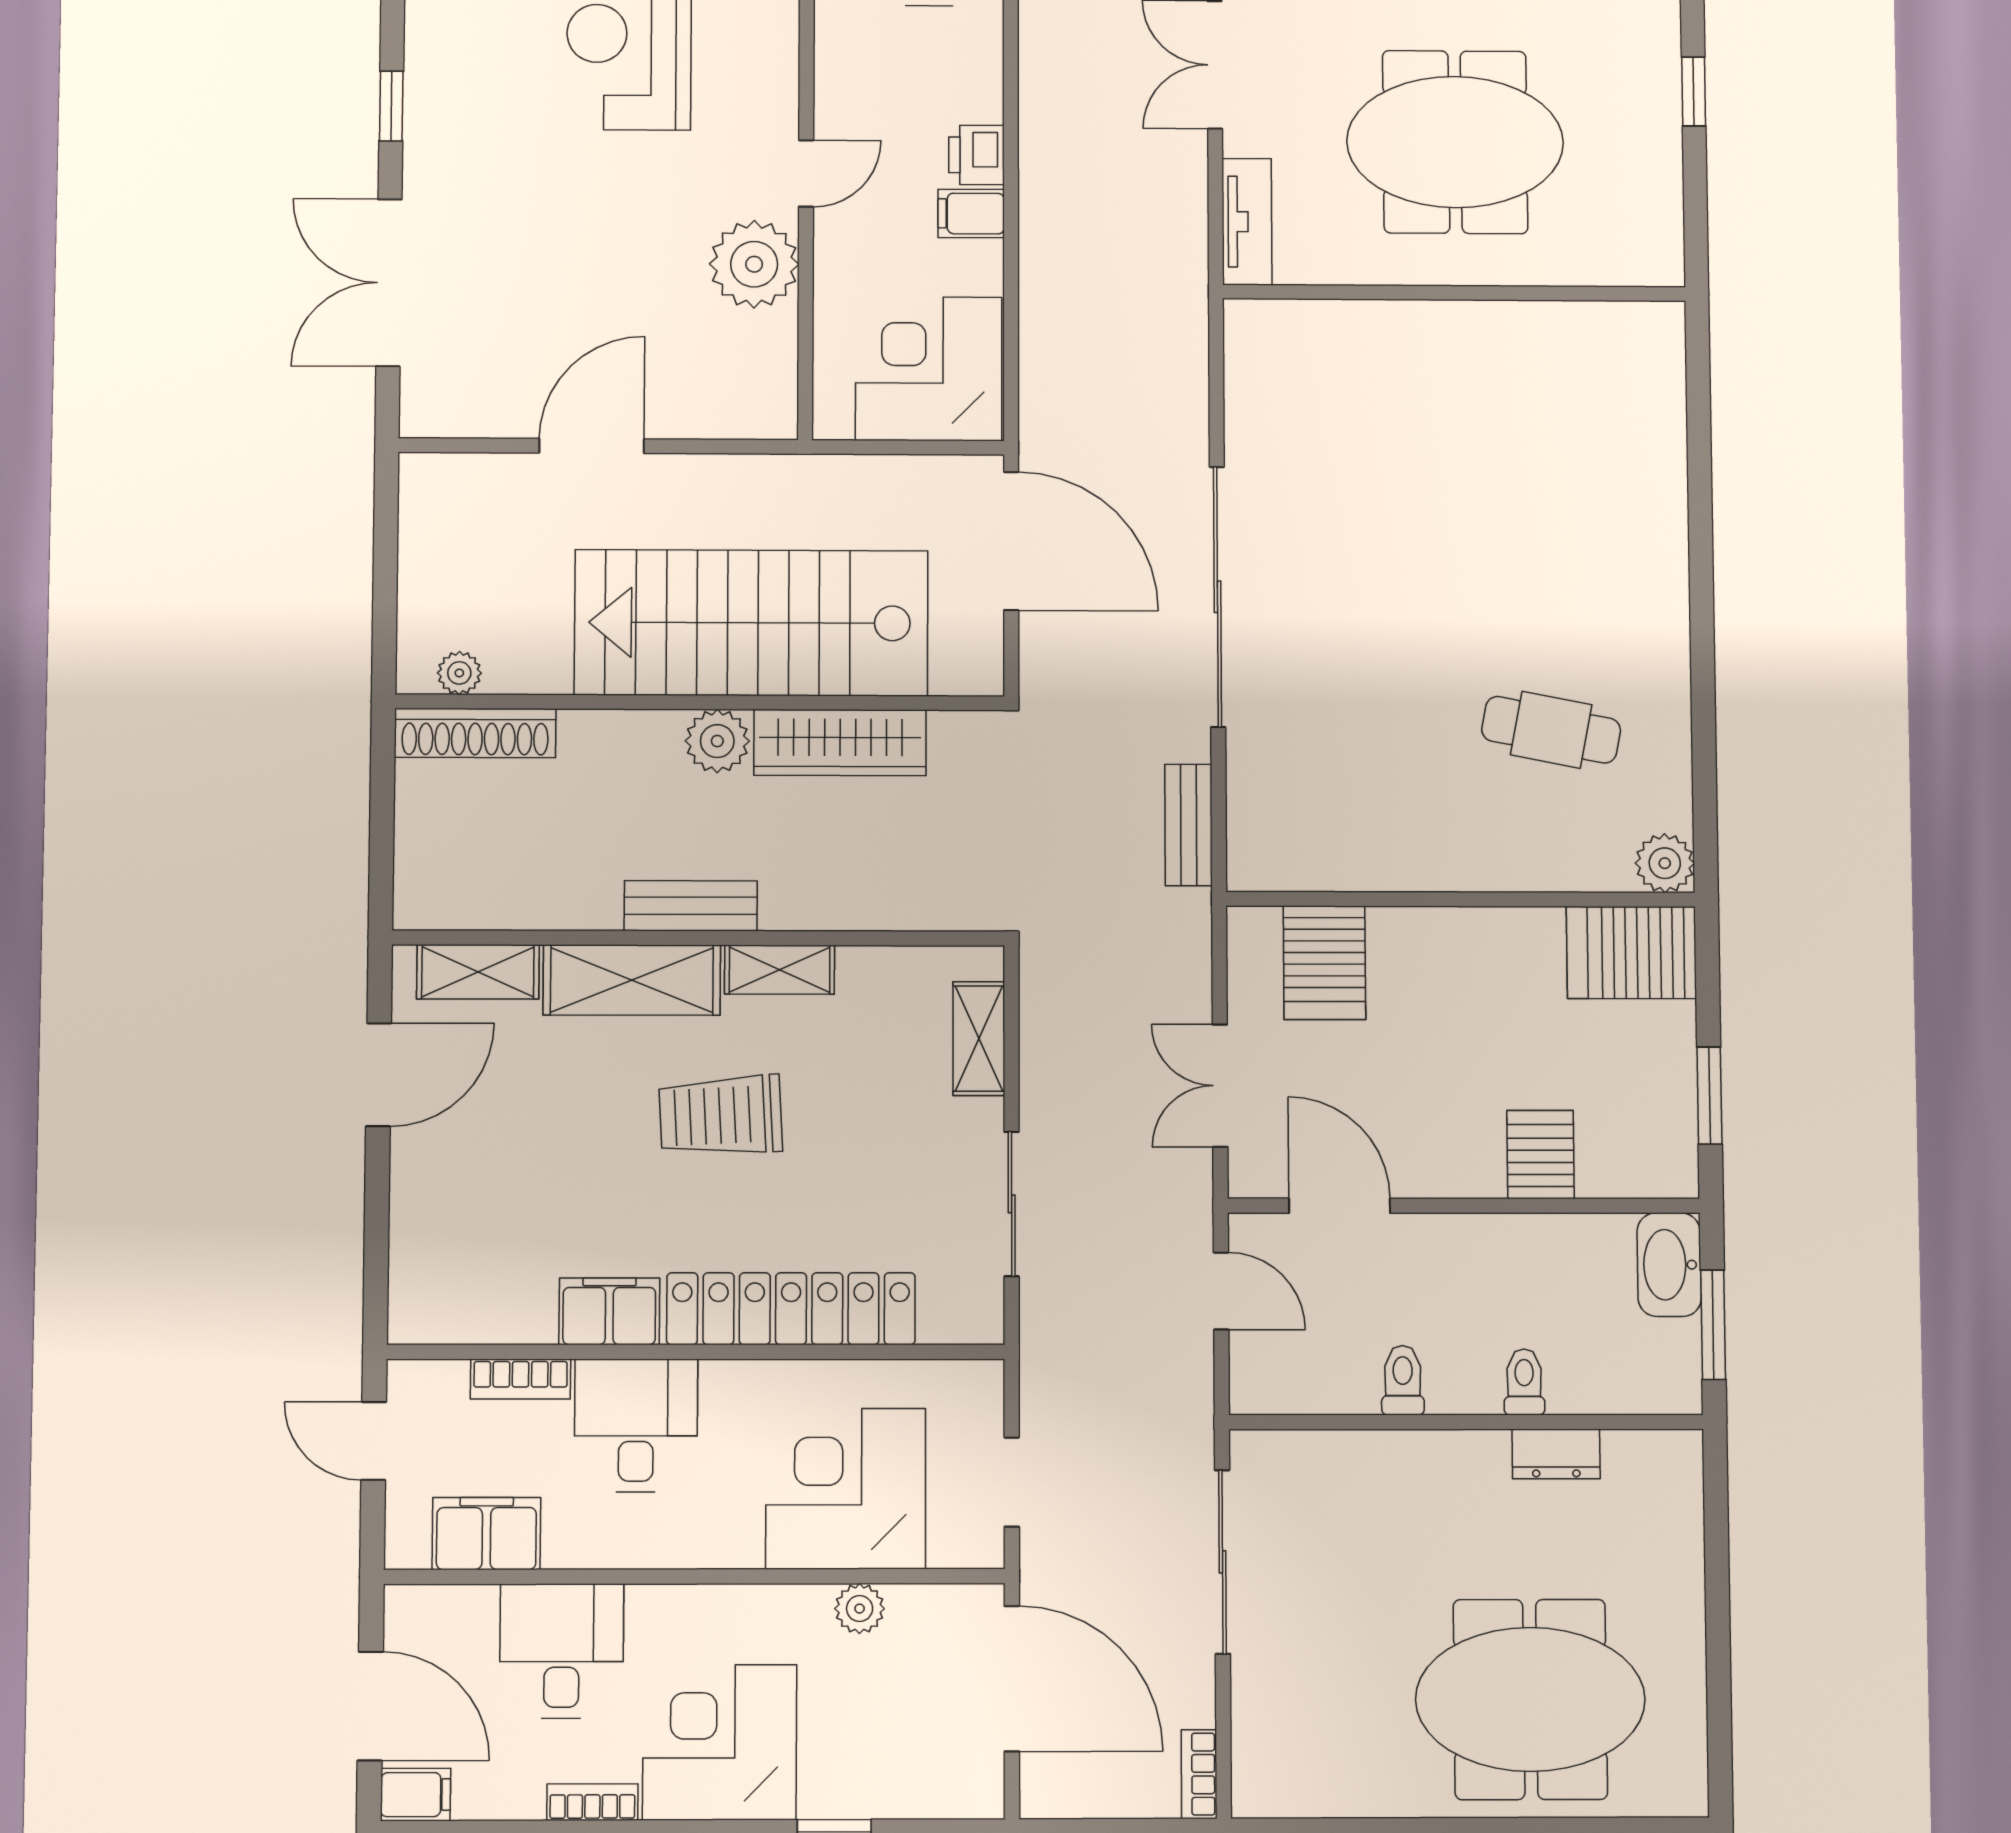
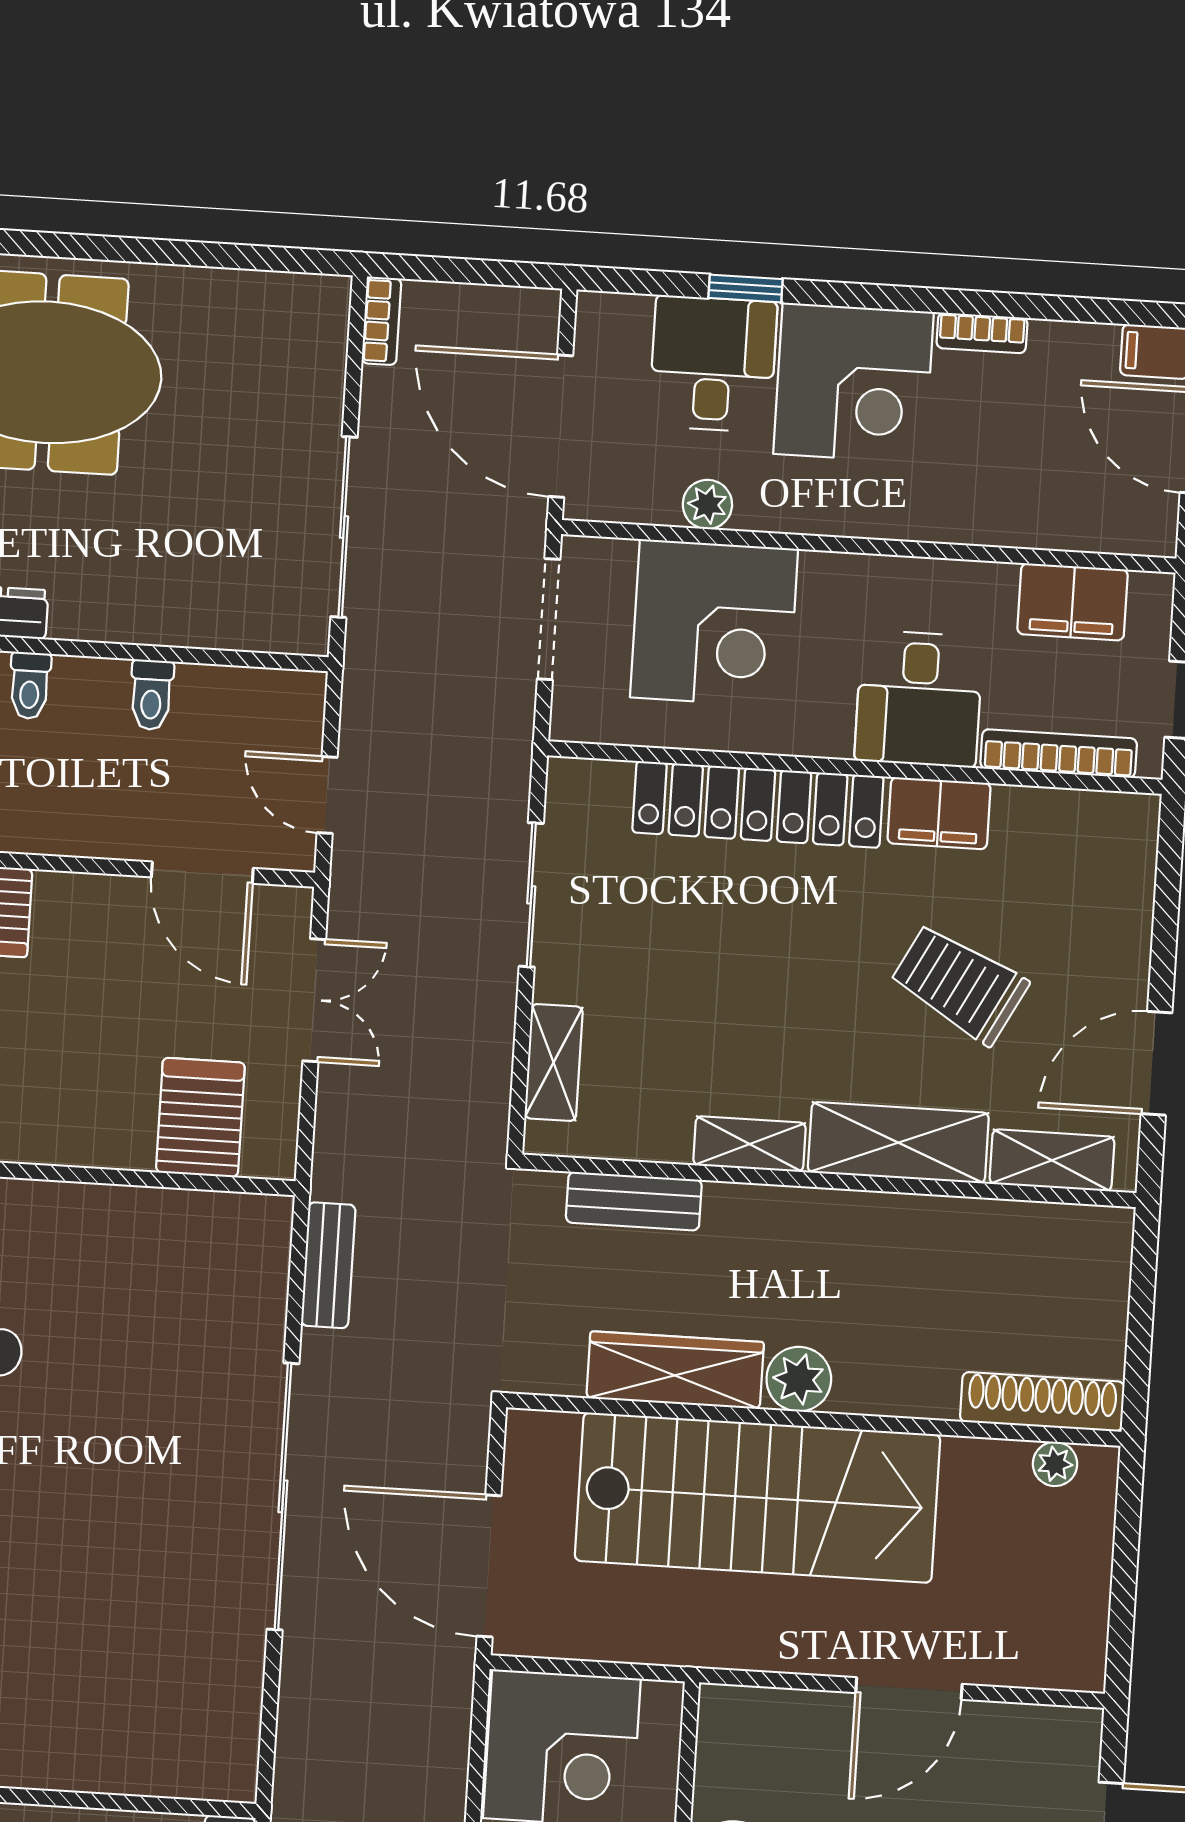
bench: (691, 906) -> (634, 1201), moved
trolley: (721, 1116) -> (959, 984), moved, turned -149
bookcase: (521, 1379) -> (1059, 753), width x1.56
doorway: (1012, 1482) -> (549, 619), width x1.38
desk: (562, 1651) -> (713, 364), moved, turned 180

